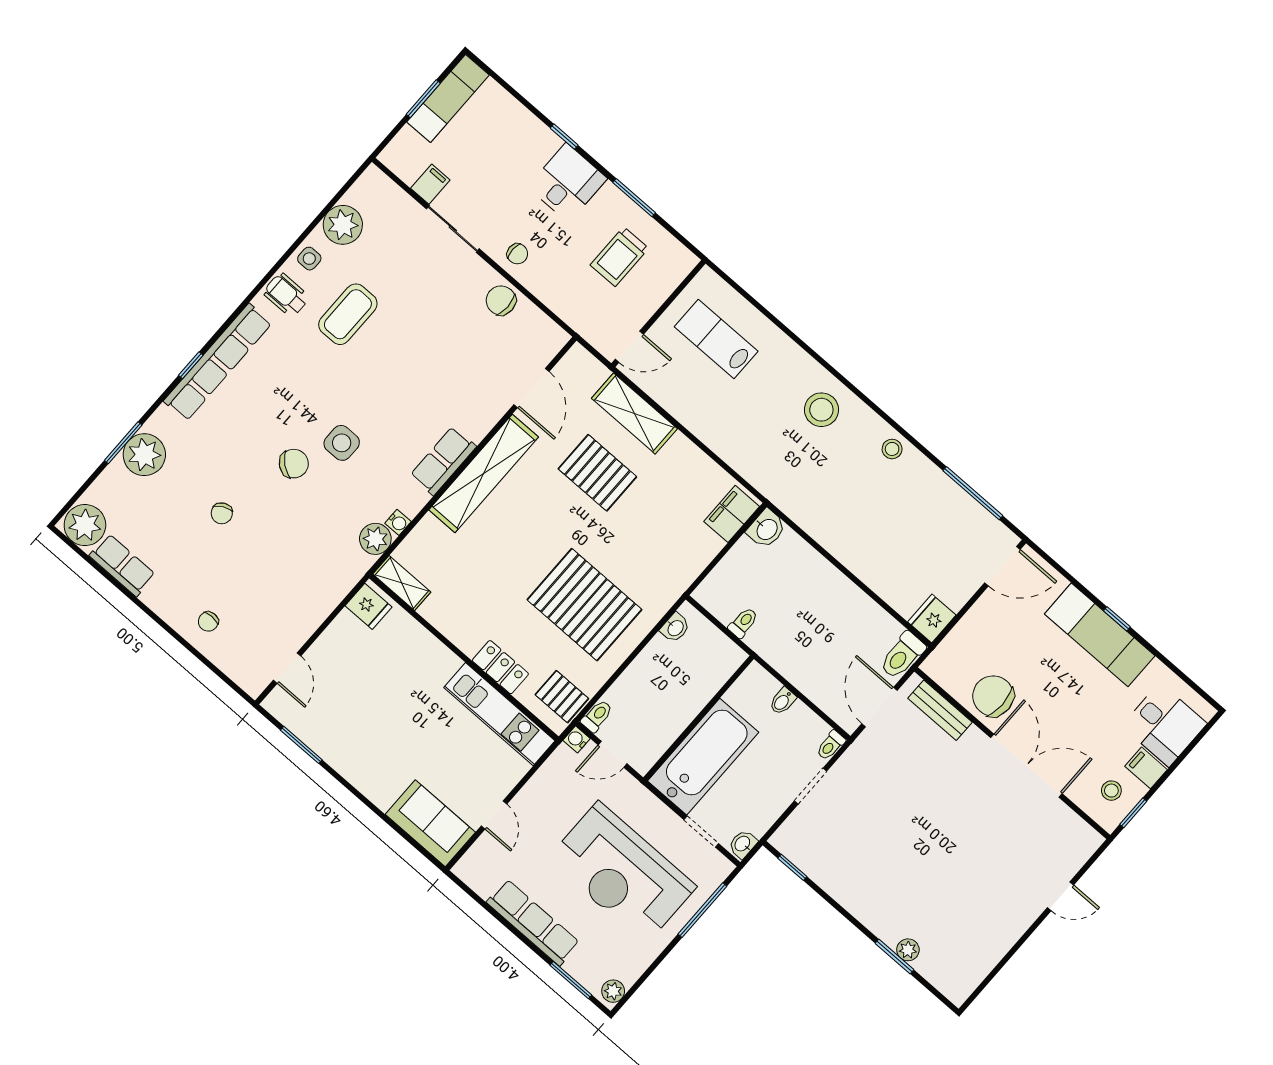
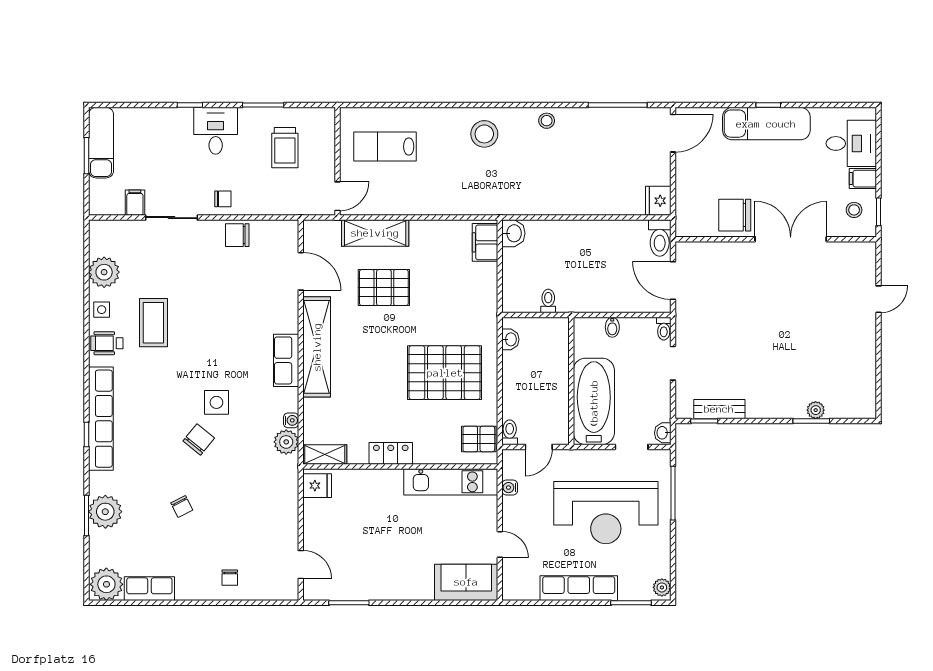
locker: (500, 667) -> (391, 453), moved
bench: (940, 710) -> (719, 409), moved
water cooler: (577, 739) -> (510, 488), moved

